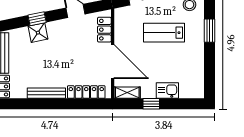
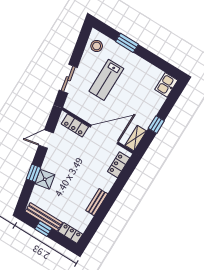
kitchen sink: (167, 91) -> (166, 85), moved
locker: (86, 92) -> (119, 165), width x0.66
bench: (46, 93) -> (97, 202), width x0.73

